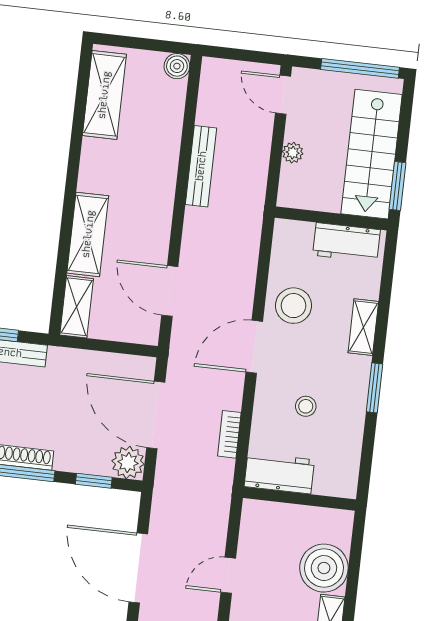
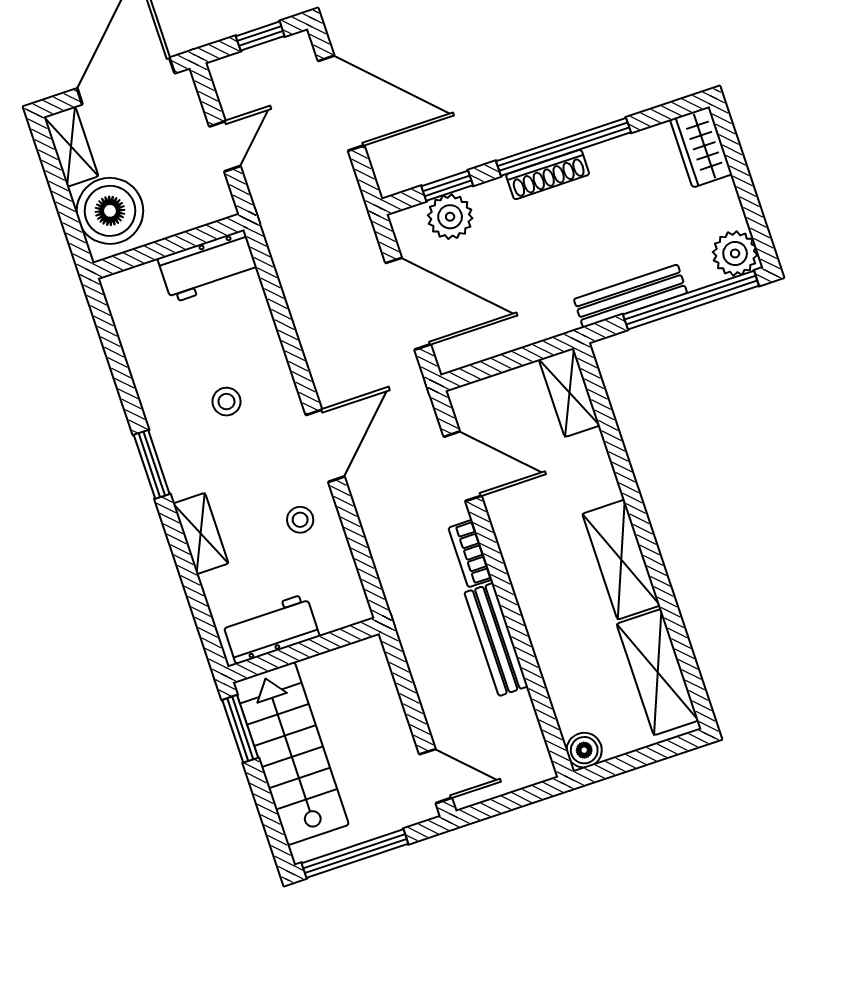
plant: (293, 153) -> (390, 710), removed
shelving: (88, 234) -> (621, 560), moved
stool: (293, 306) -> (300, 520), width x0.53, depth x0.53
bookcase: (229, 434) -> (470, 554), moved, turned 180
plant: (128, 463) -> (450, 217), moved
workbench: (279, 473) -> (208, 266), moved
wall: (299, 499) -> (169, 246), moved

